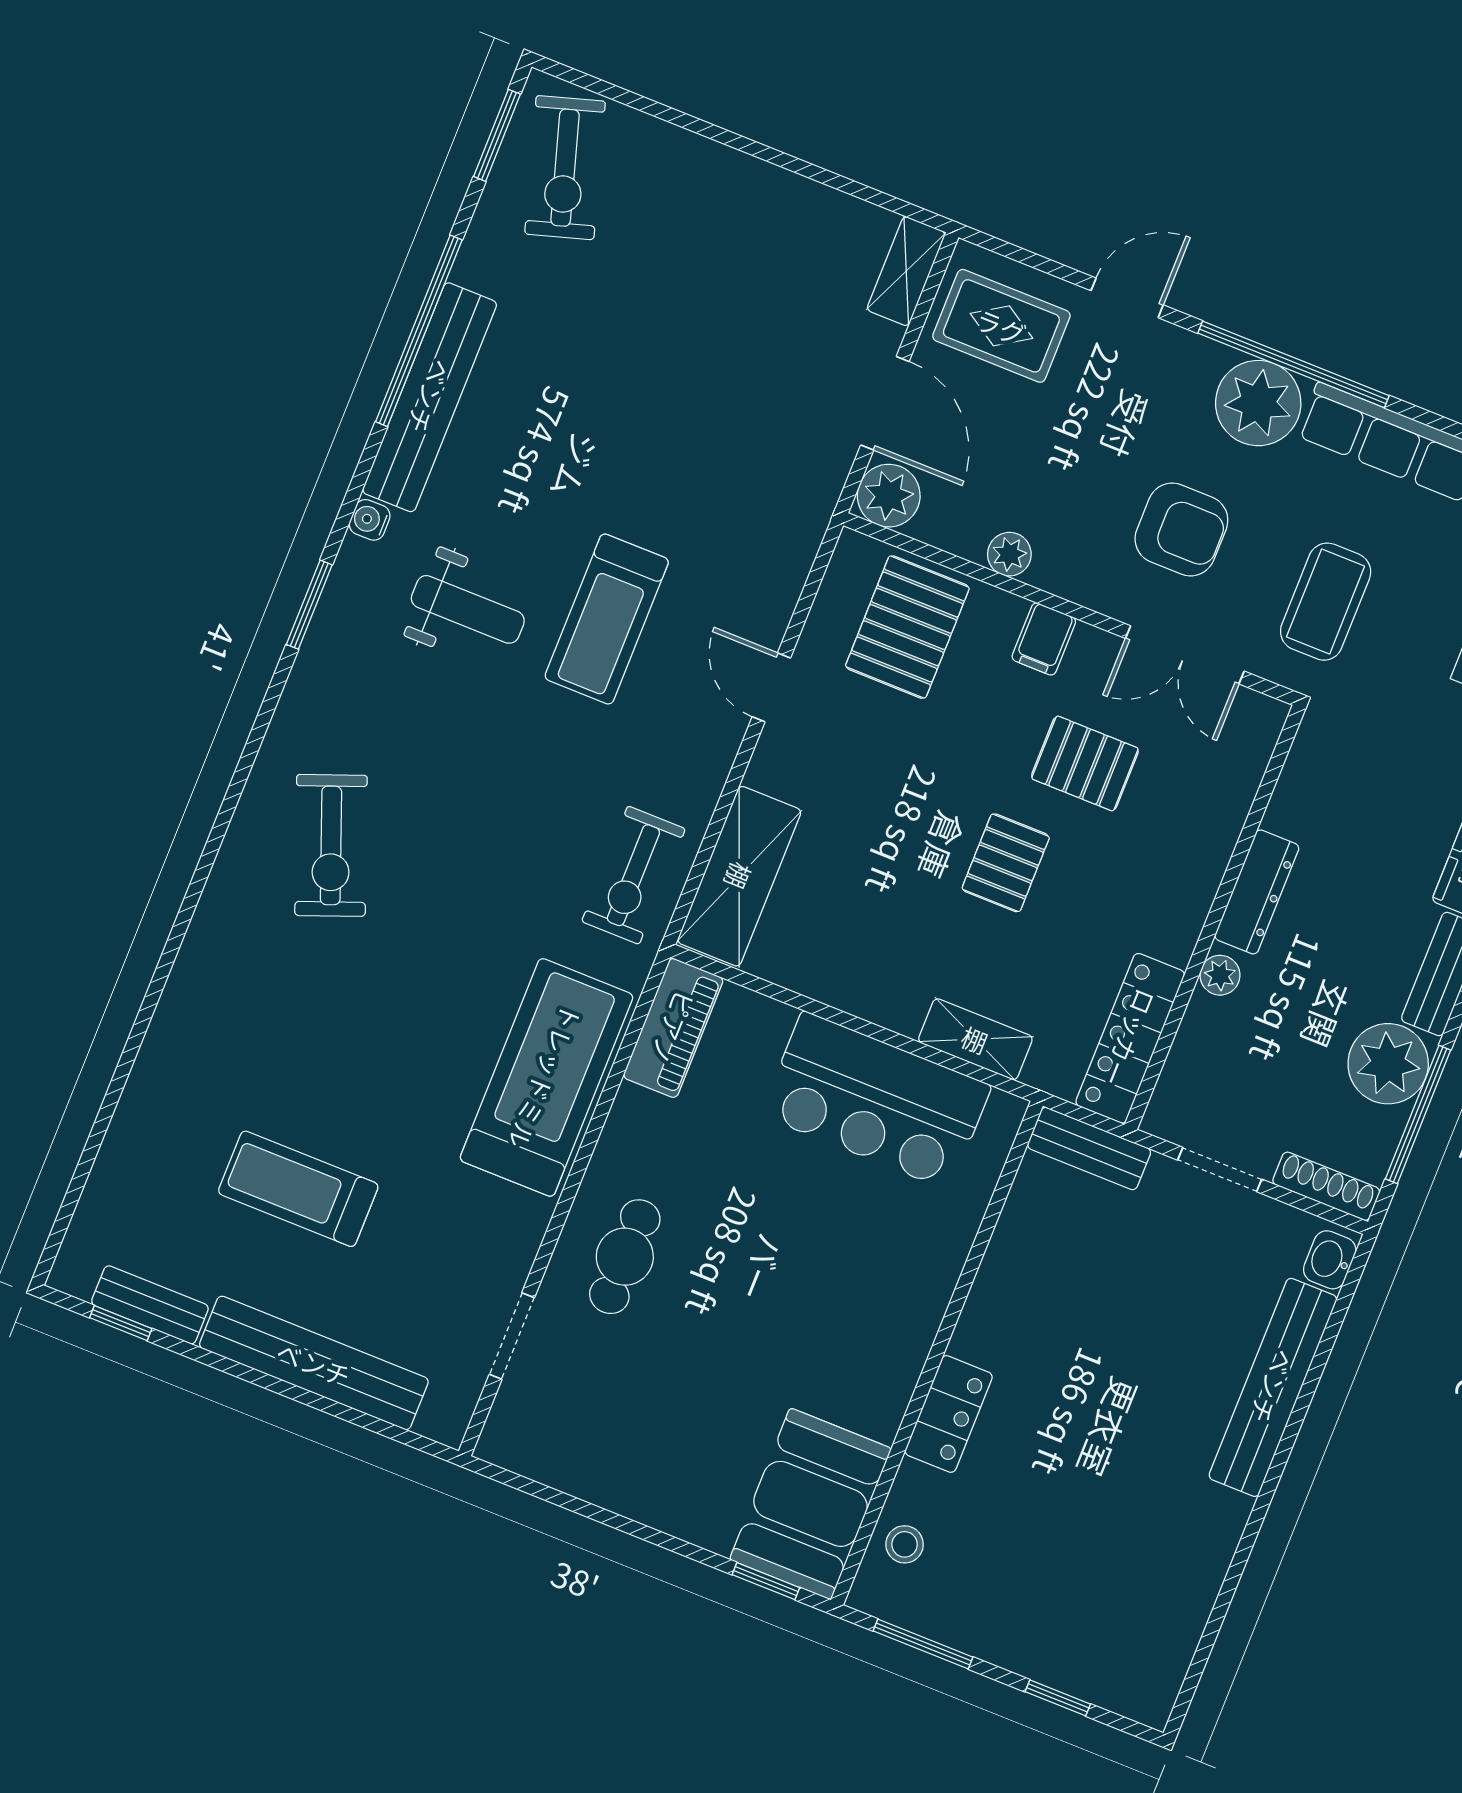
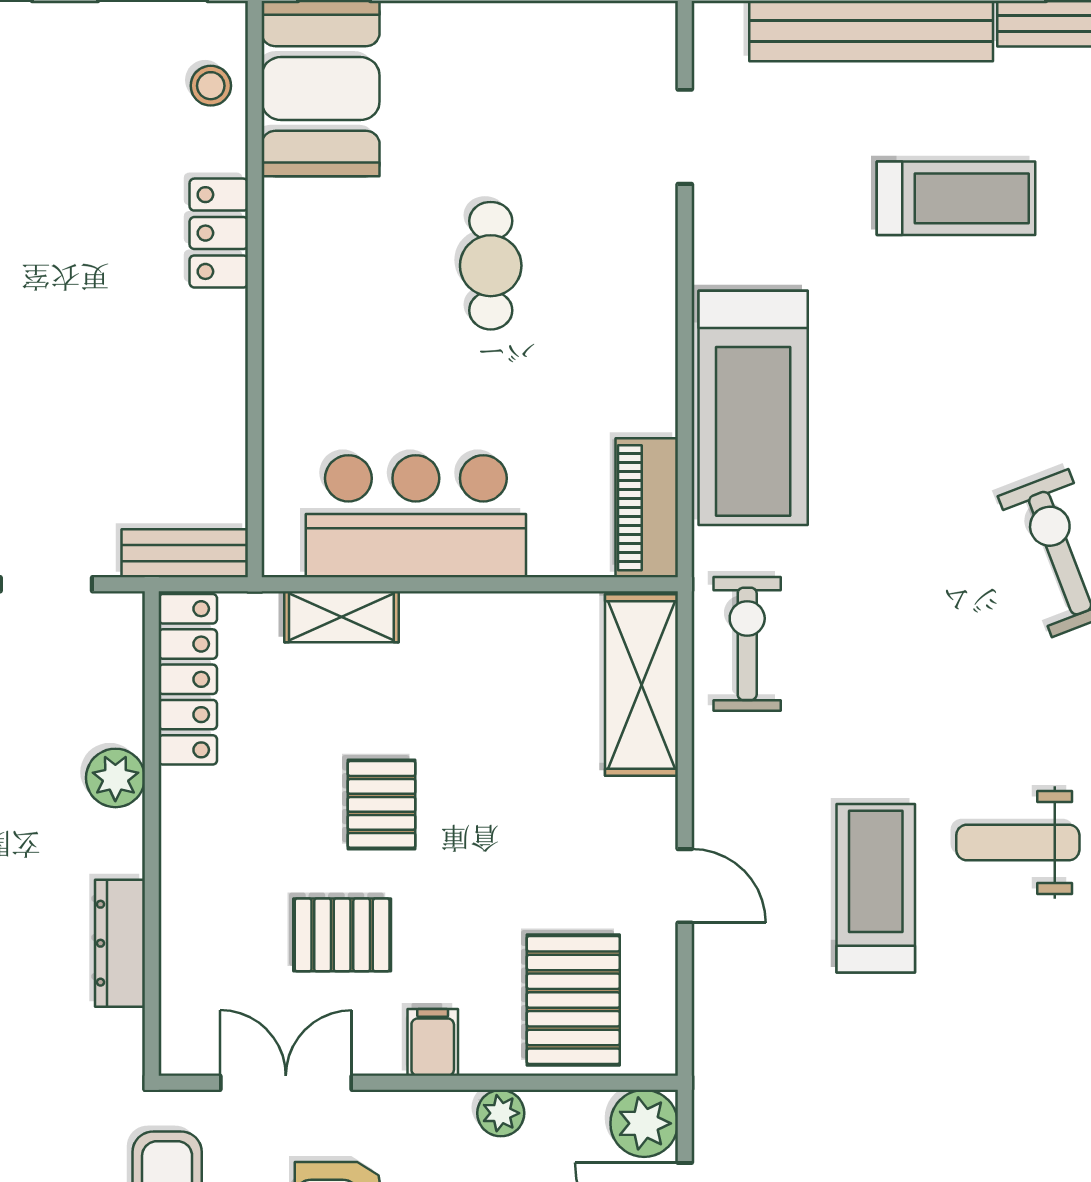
dresser: (1257, 892) -> (120, 943), moved
plant: (1220, 975) -> (115, 778), width x1.38, depth x1.38
cafe table: (625, 1257) -> (491, 266), moved

